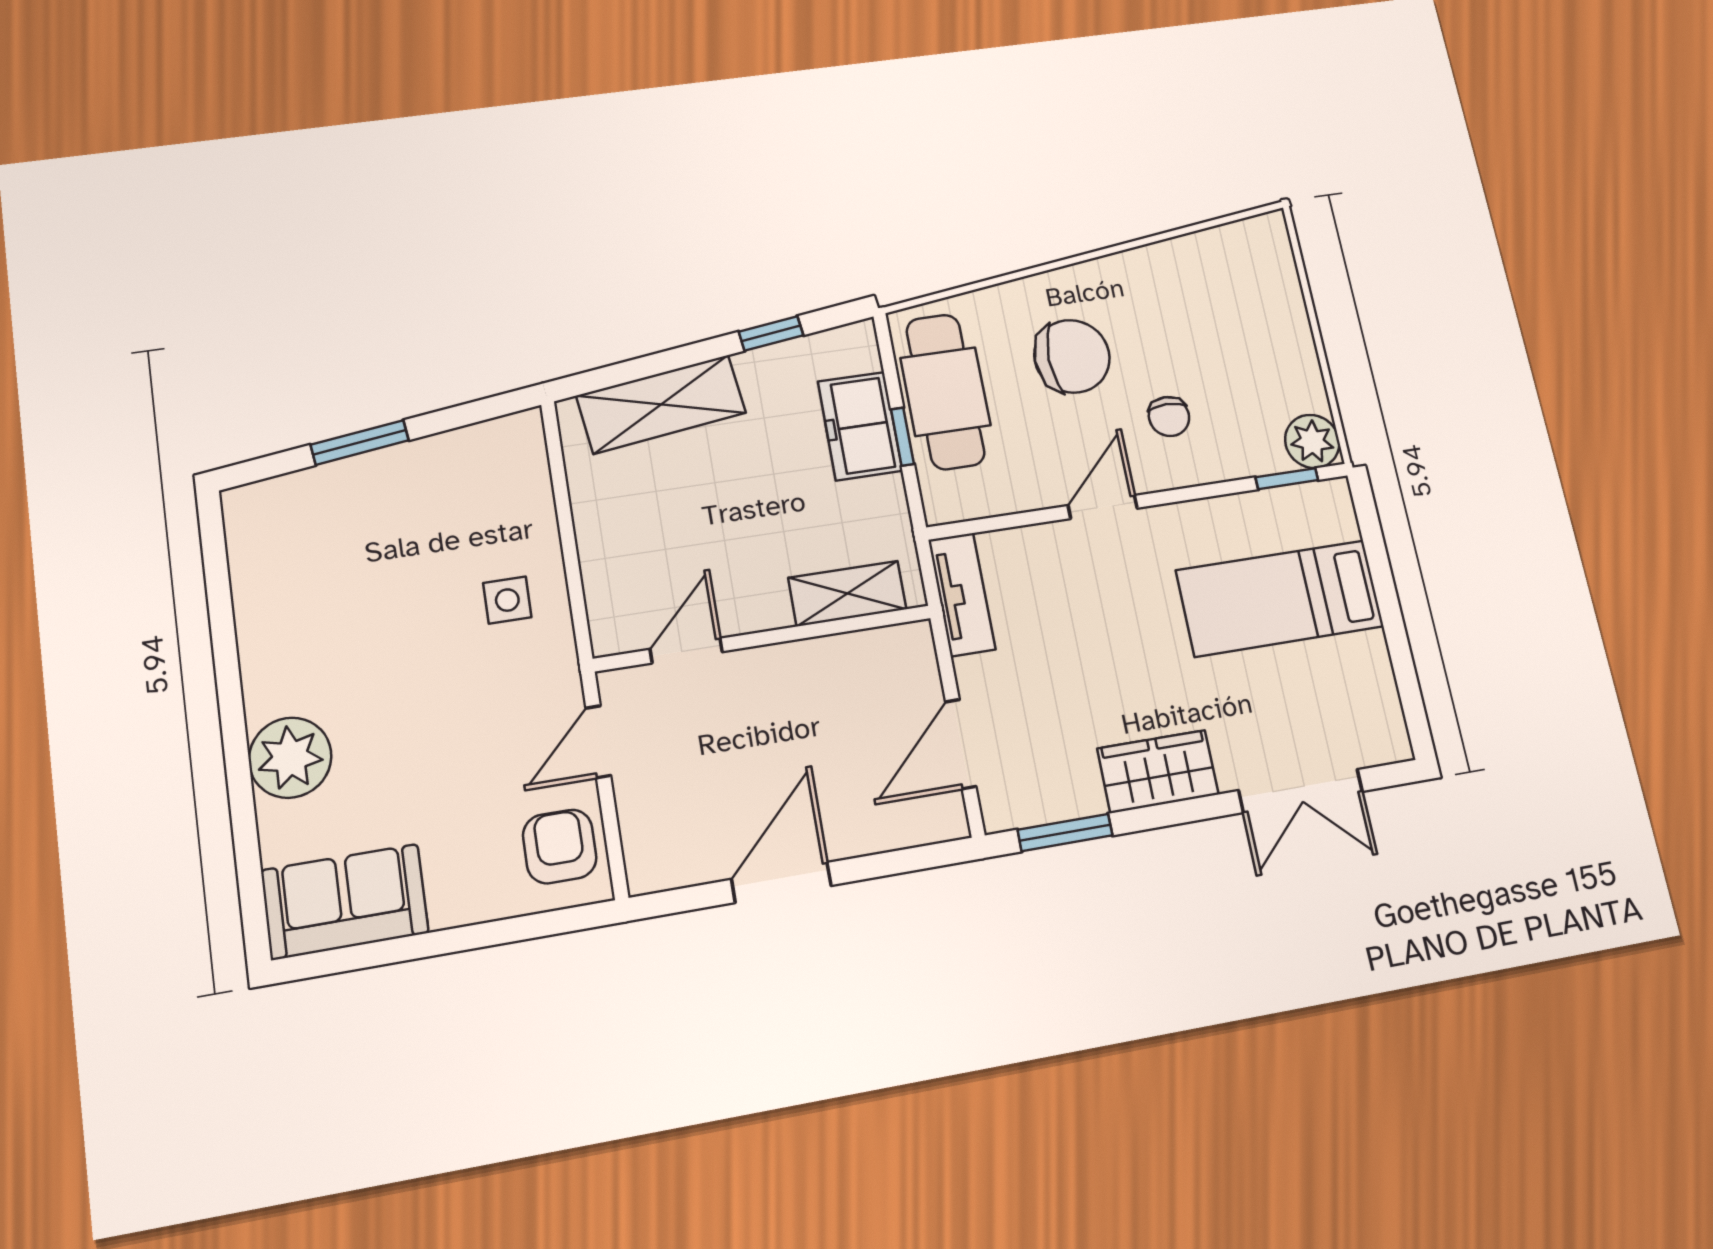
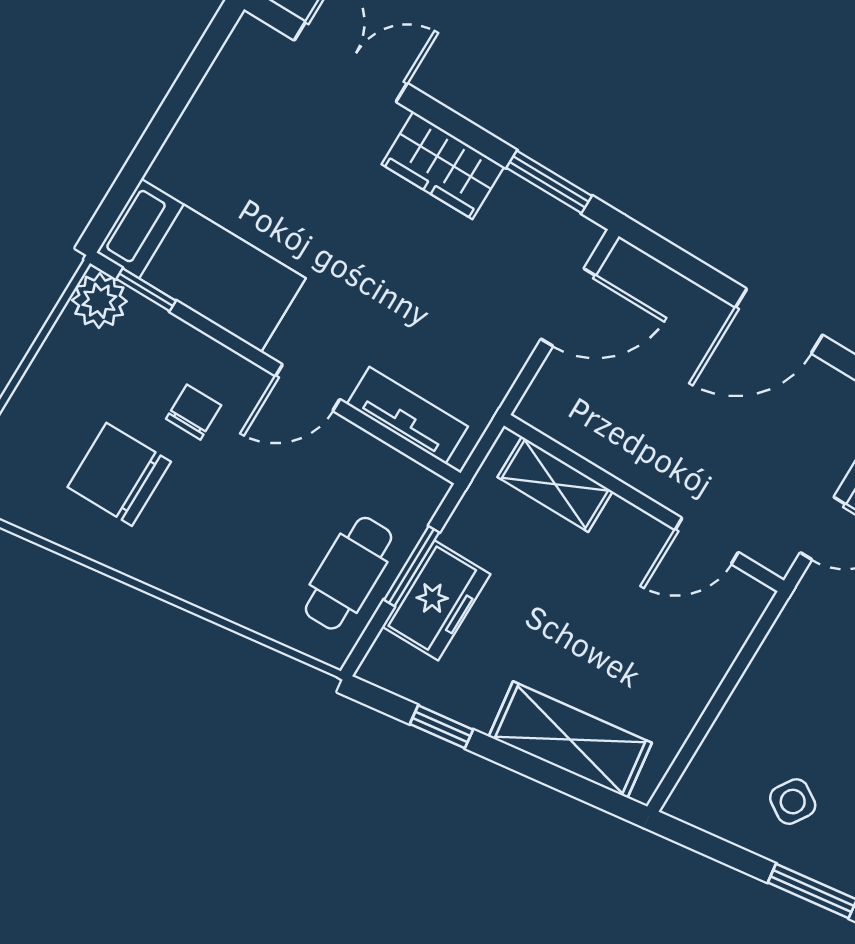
chair: (1072, 356) -> (119, 474), moved
cafe table: (945, 392) -> (348, 573), width x0.73, depth x0.74
window: (902, 437) -> (412, 566), width x1.50
tv unit: (962, 594) -> (407, 415), moved, turned 90
bed: (1280, 598) -> (201, 265), moved
side table: (507, 600) -> (793, 802), moved, turned 33

